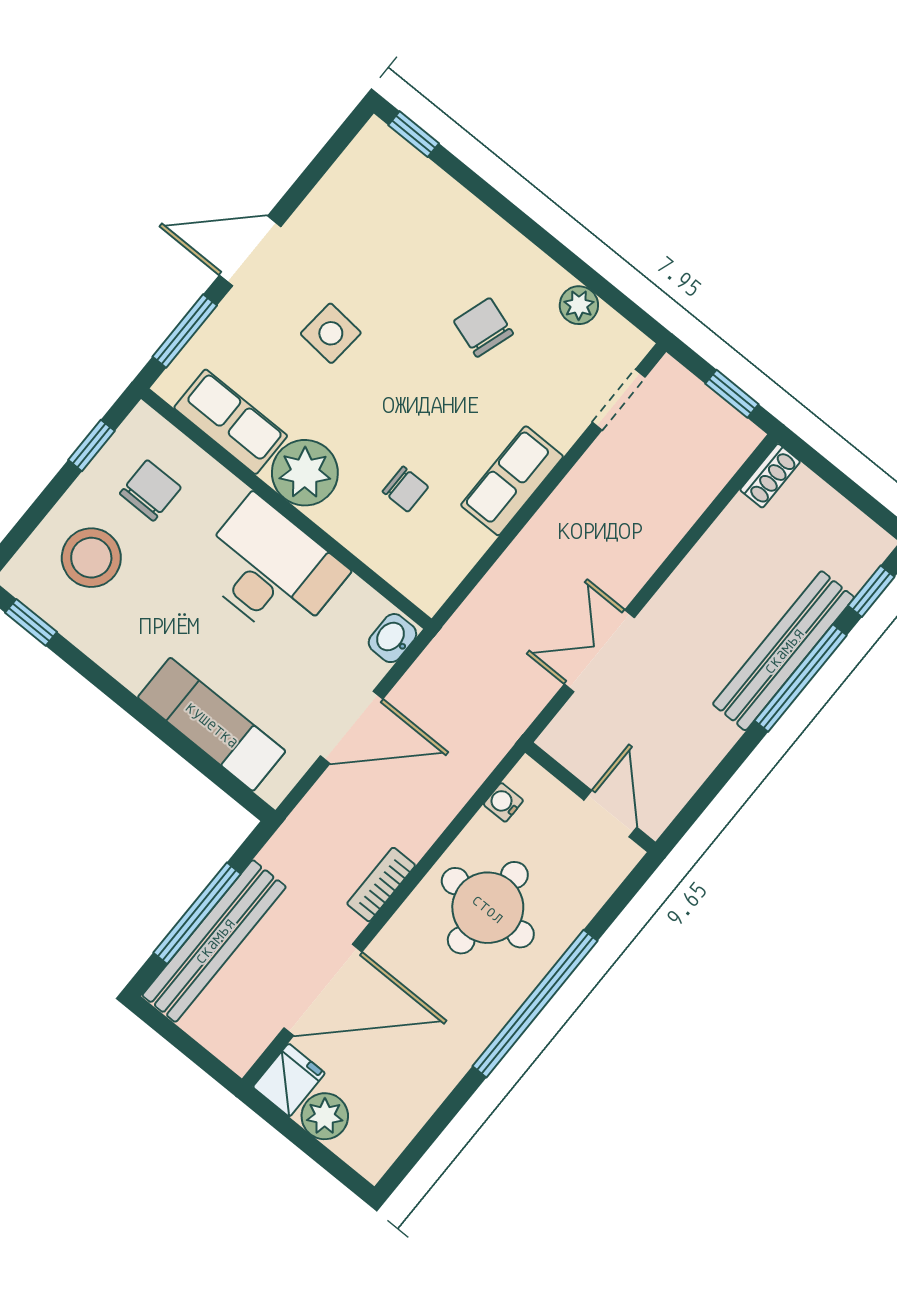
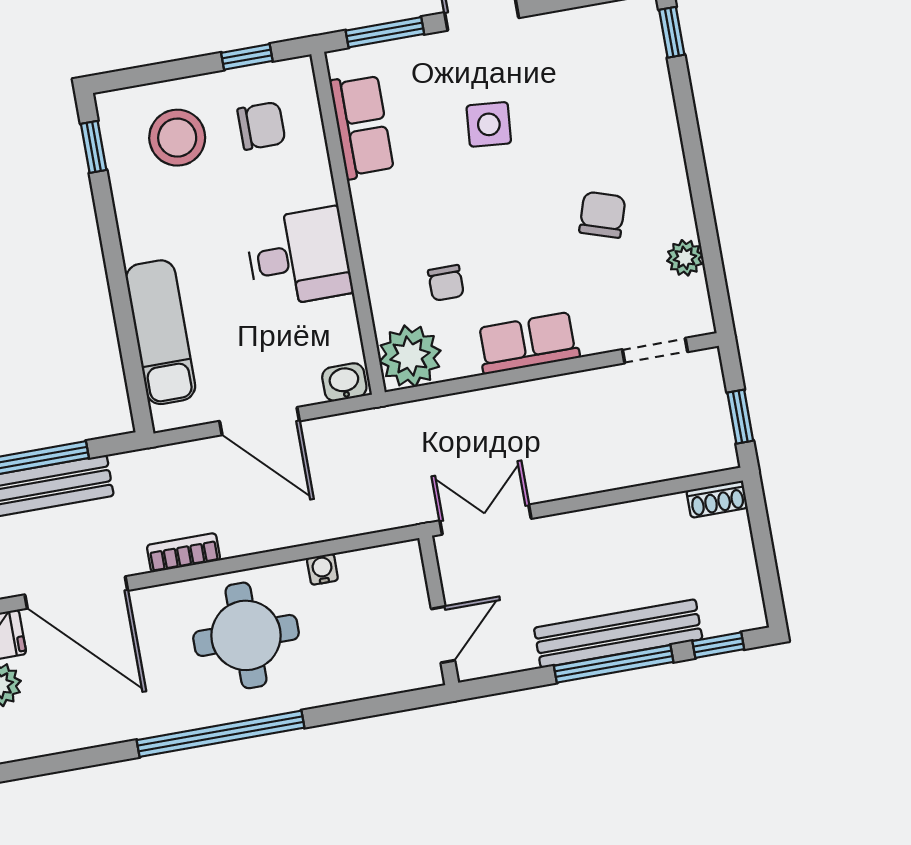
plant: (305, 473) -> (410, 356), moved
desk: (270, 570) -> (299, 257), width x0.73
wall: (590, 797) -> (439, 610), moved
door: (610, 814) -> (443, 635), moved

